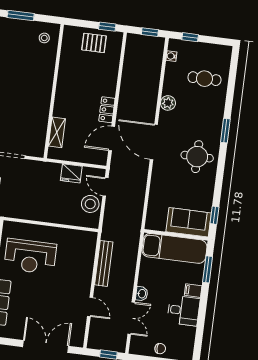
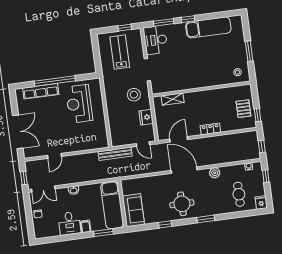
fridge: (223, 52) -> (261, 202), added
locker: (107, 110) -> (210, 129), moved
door: (112, 138) -> (179, 139), hinge flipped
door: (154, 142) -> (184, 170), hinge flipped
door: (105, 187) -> (143, 144), swing flipped
stool: (90, 204) -> (134, 95), moved
window: (214, 215) -> (165, 224), moved
bench: (104, 263) -> (115, 154), moved
double door: (131, 318) -> (43, 189), moved

